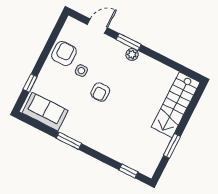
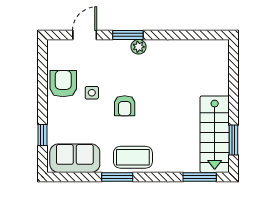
stairs: (176, 105) -> (215, 134), moved
coffee table: (87, 132) -> (133, 157), added
window: (172, 146) -> (233, 140), moved
window: (128, 171) -> (200, 177), width x1.50

